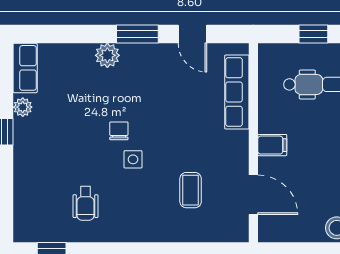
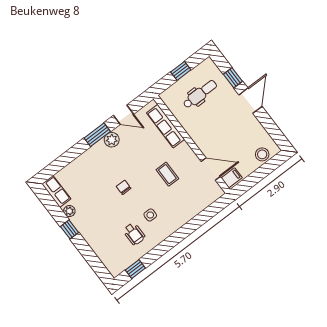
plant: (107, 55) -> (112, 140), moved
filing cabinet: (272, 145) -> (232, 178), moved
side table: (133, 159) -> (150, 215), moved
coffee table: (191, 190) -> (167, 174), moved

